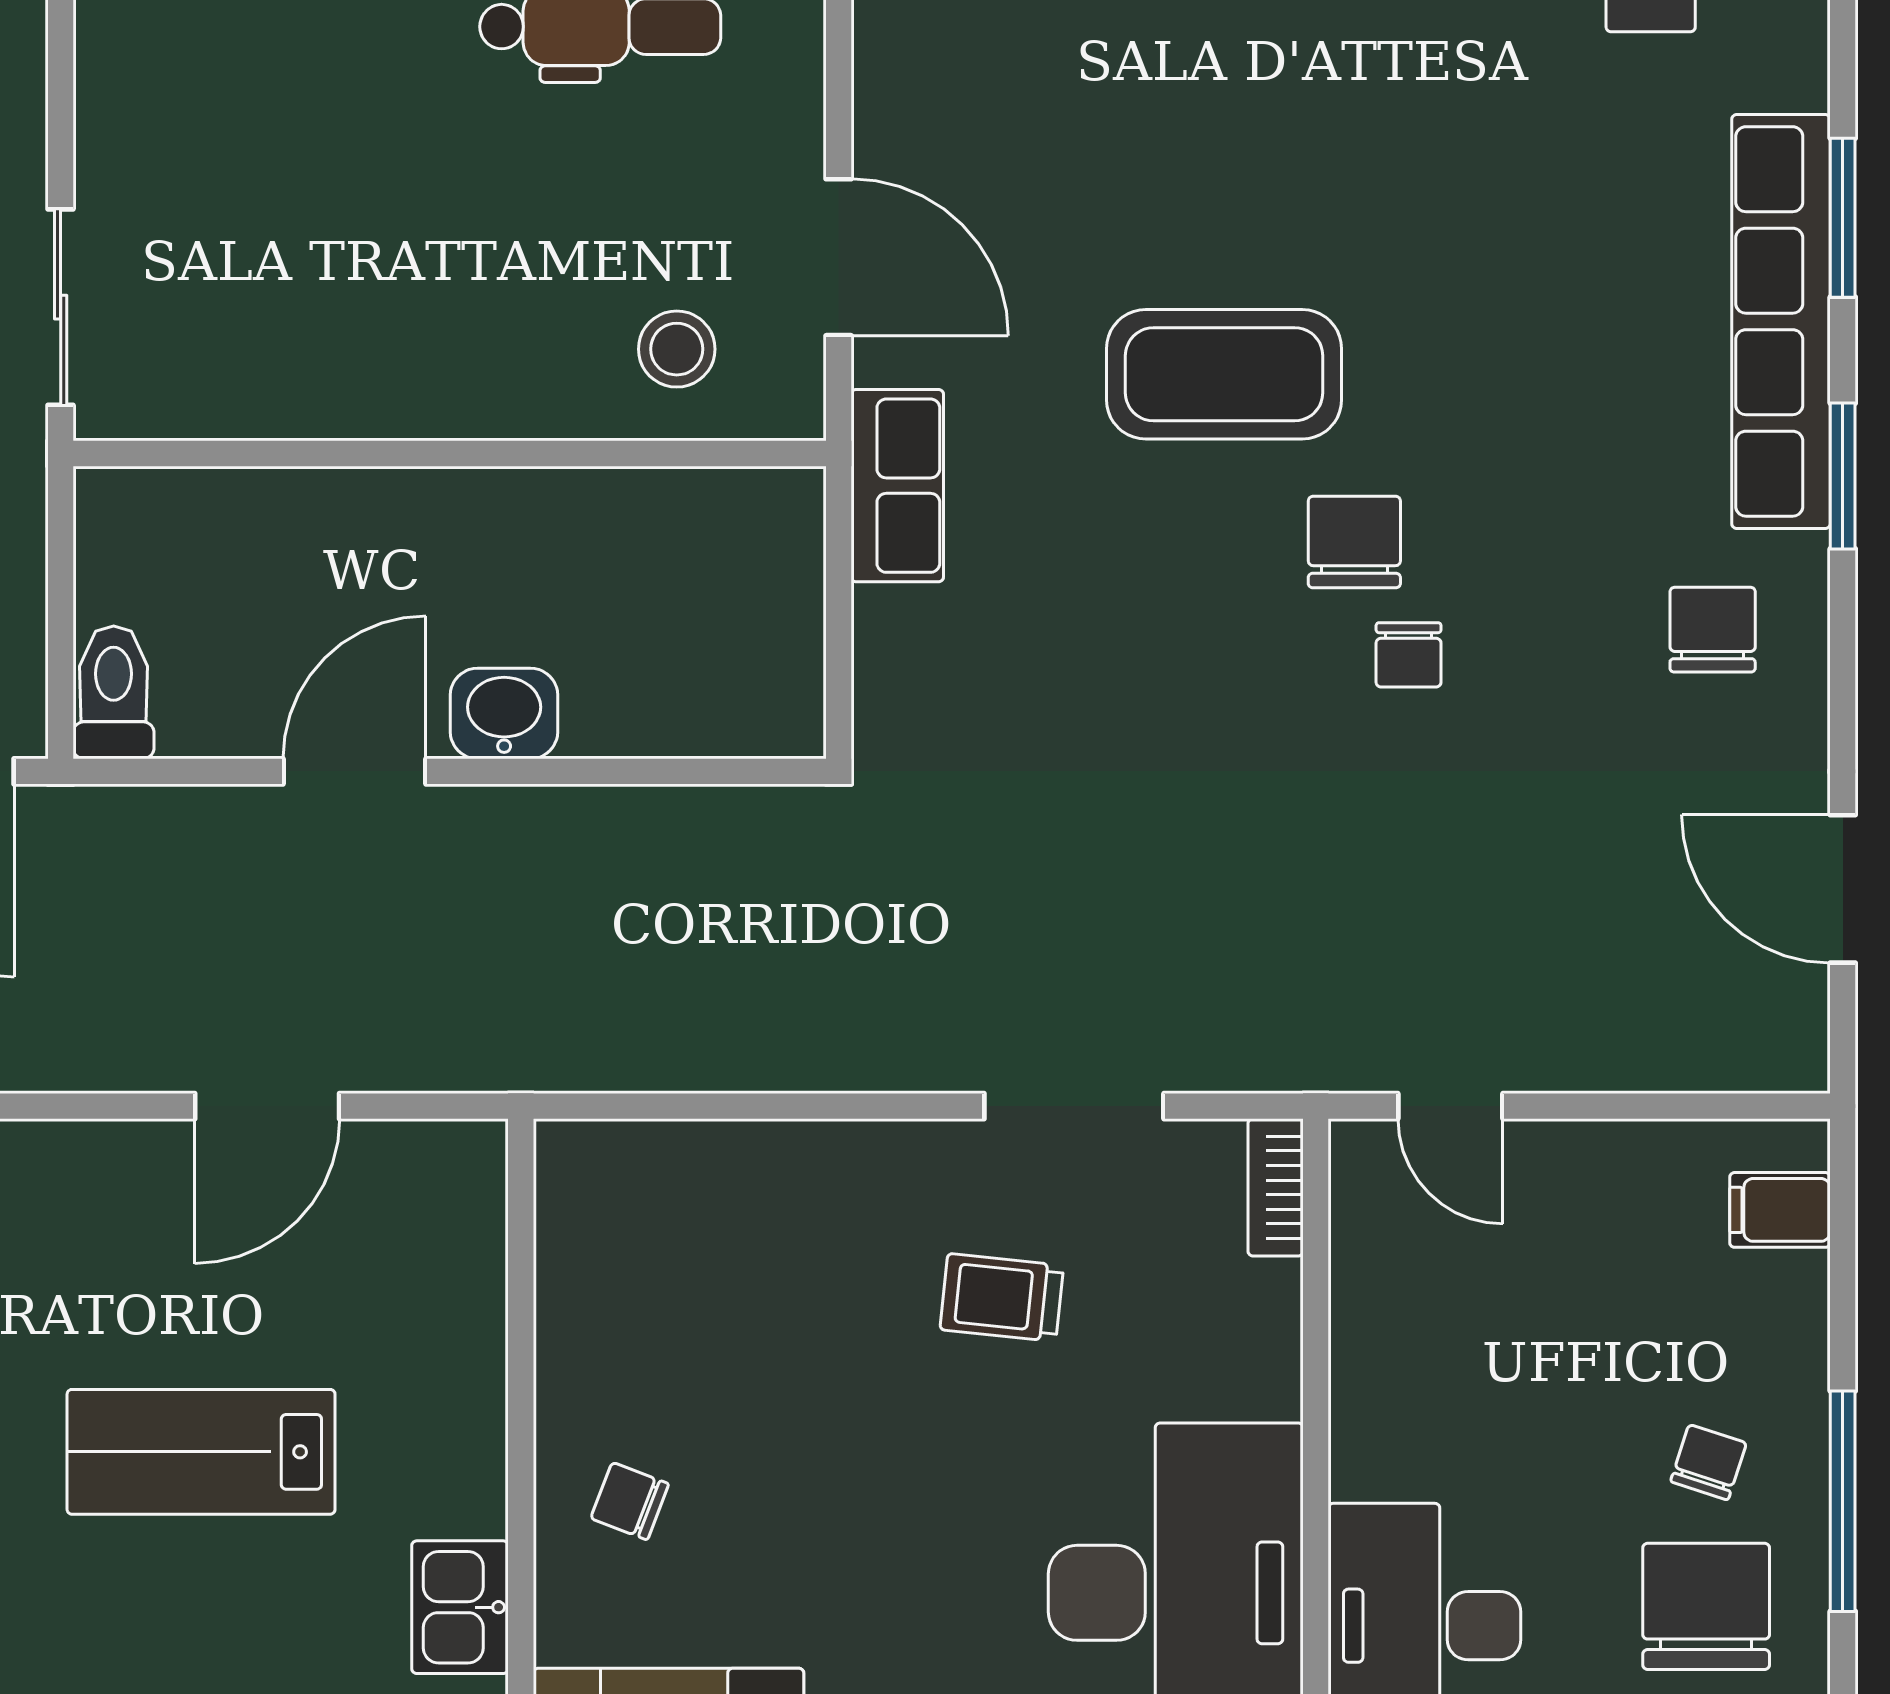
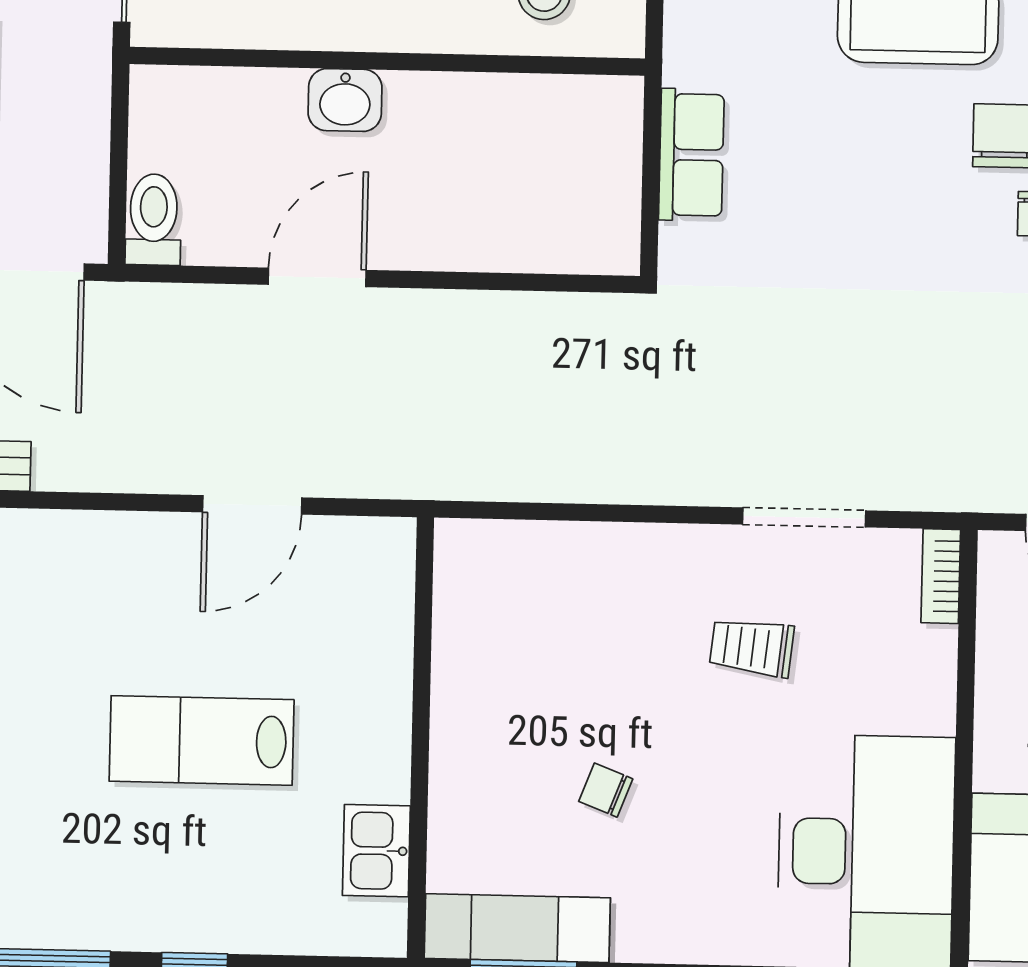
row of seats: (897, 486) -> (691, 155), moved
washbasin: (504, 713) -> (345, 100), moved, turned 180
chair: (630, 1501) -> (606, 790), moved

